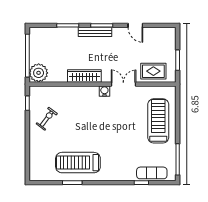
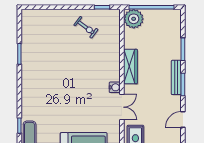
treadmill: (78, 163) -> (40, 60), removed

